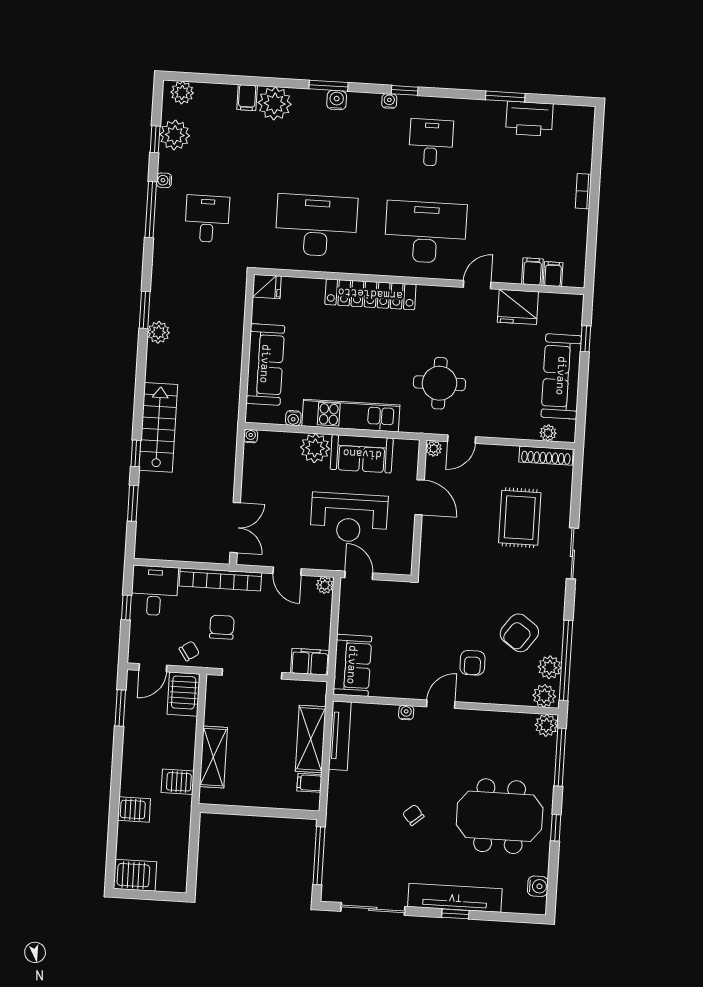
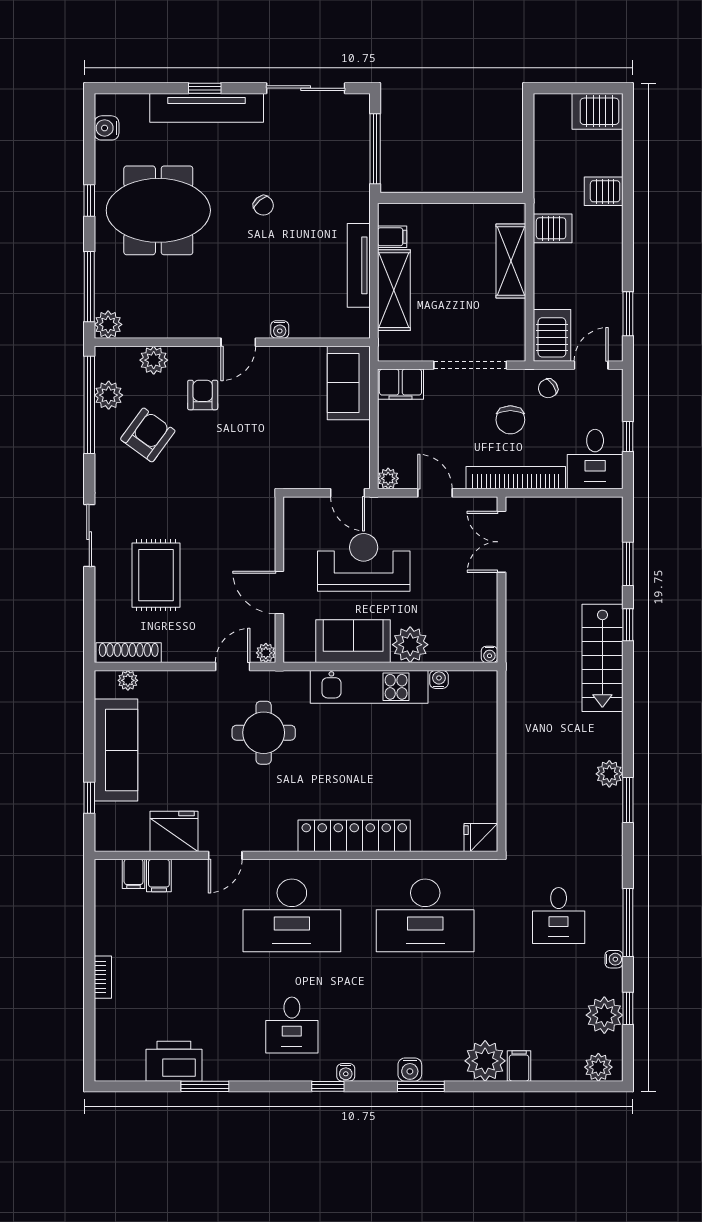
sofa: (265, 364) -> (477, 743), removed
plant: (544, 696) -> (154, 360), moved
tv unit: (340, 736) -> (359, 265), moved

